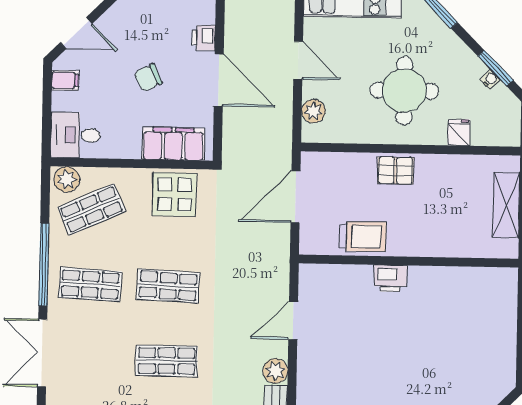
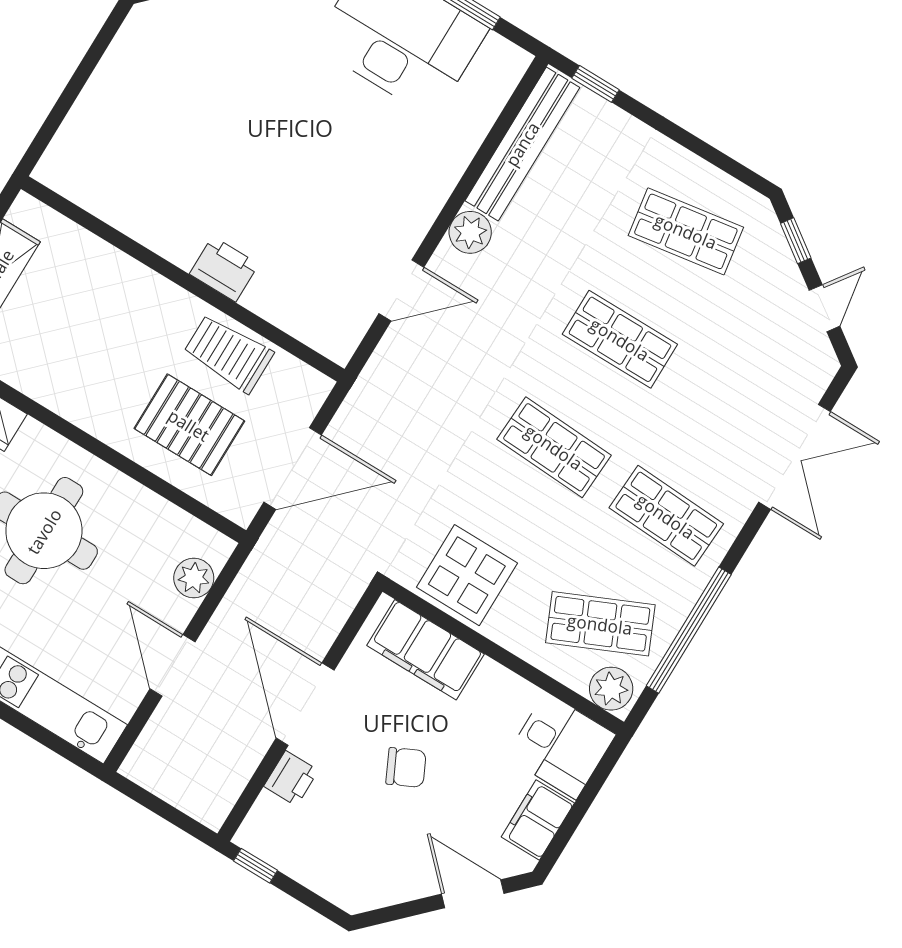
filing cabinet: (65, 80) -> (538, 820), width x2.00
pallet: (396, 171) -> (189, 425), moved, width x1.50, depth x1.42
window: (44, 265) -> (689, 630), moved

